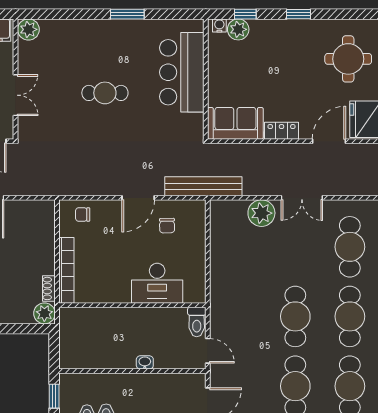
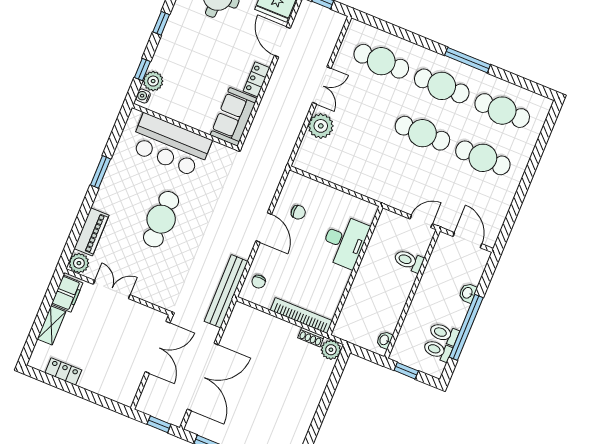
piano: (64, 29) -> (91, 232), added
cafe table: (105, 93) -> (161, 219), width x1.37, depth x1.35
double door: (15, 95) -> (112, 290), moved
bench: (203, 186) -> (226, 291), moved
toilet: (197, 322) -> (409, 261), moved, turned 180
washbasin: (145, 362) -> (385, 340), moved

